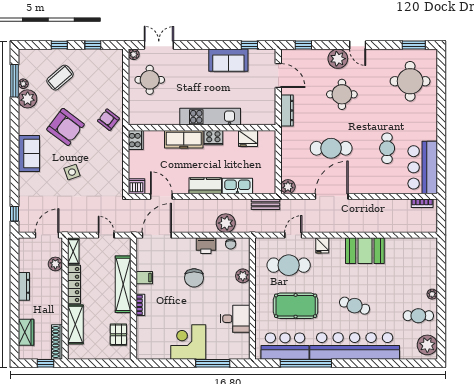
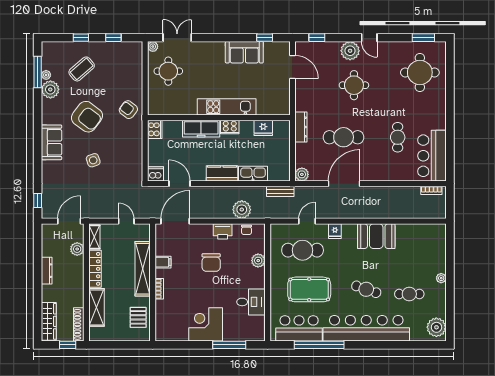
dresser: (287, 110) -> (301, 127), moved
cafe table: (418, 316) -> (409, 294), moved
wardrobe: (26, 332) -> (49, 321), width x1.50

